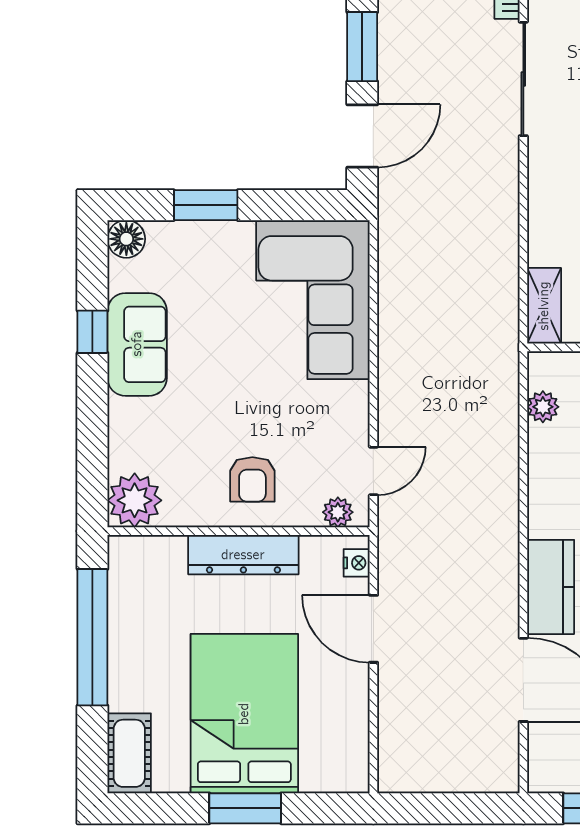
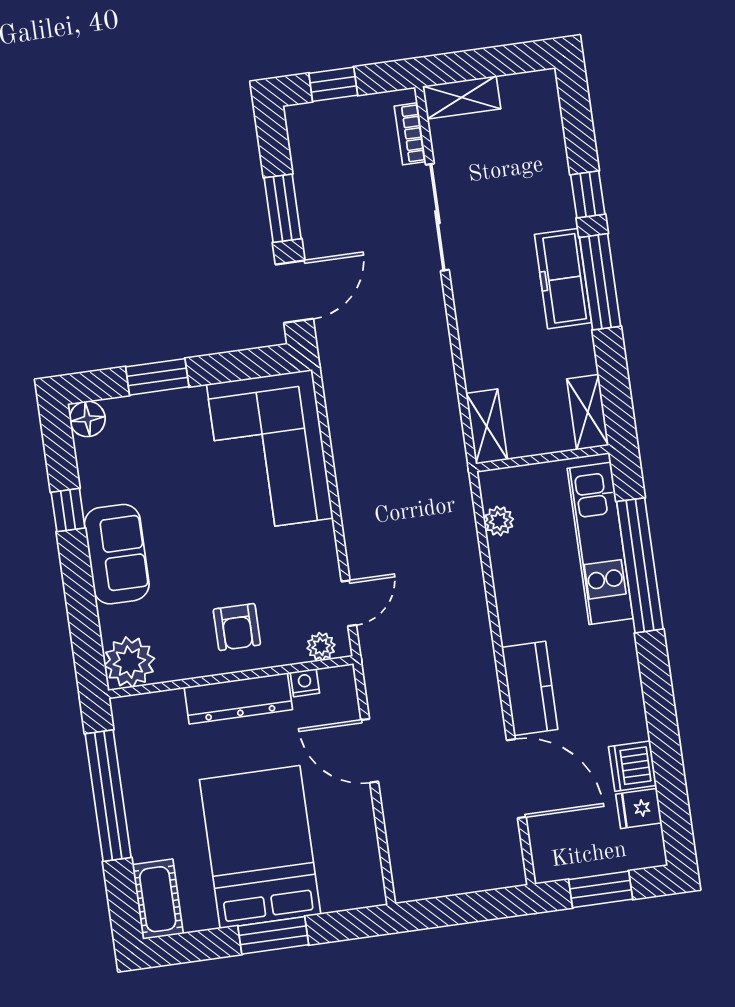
sofa: (137, 344) -> (117, 554), moved
nightstand: (357, 563) -> (305, 683), moved, turned -90

